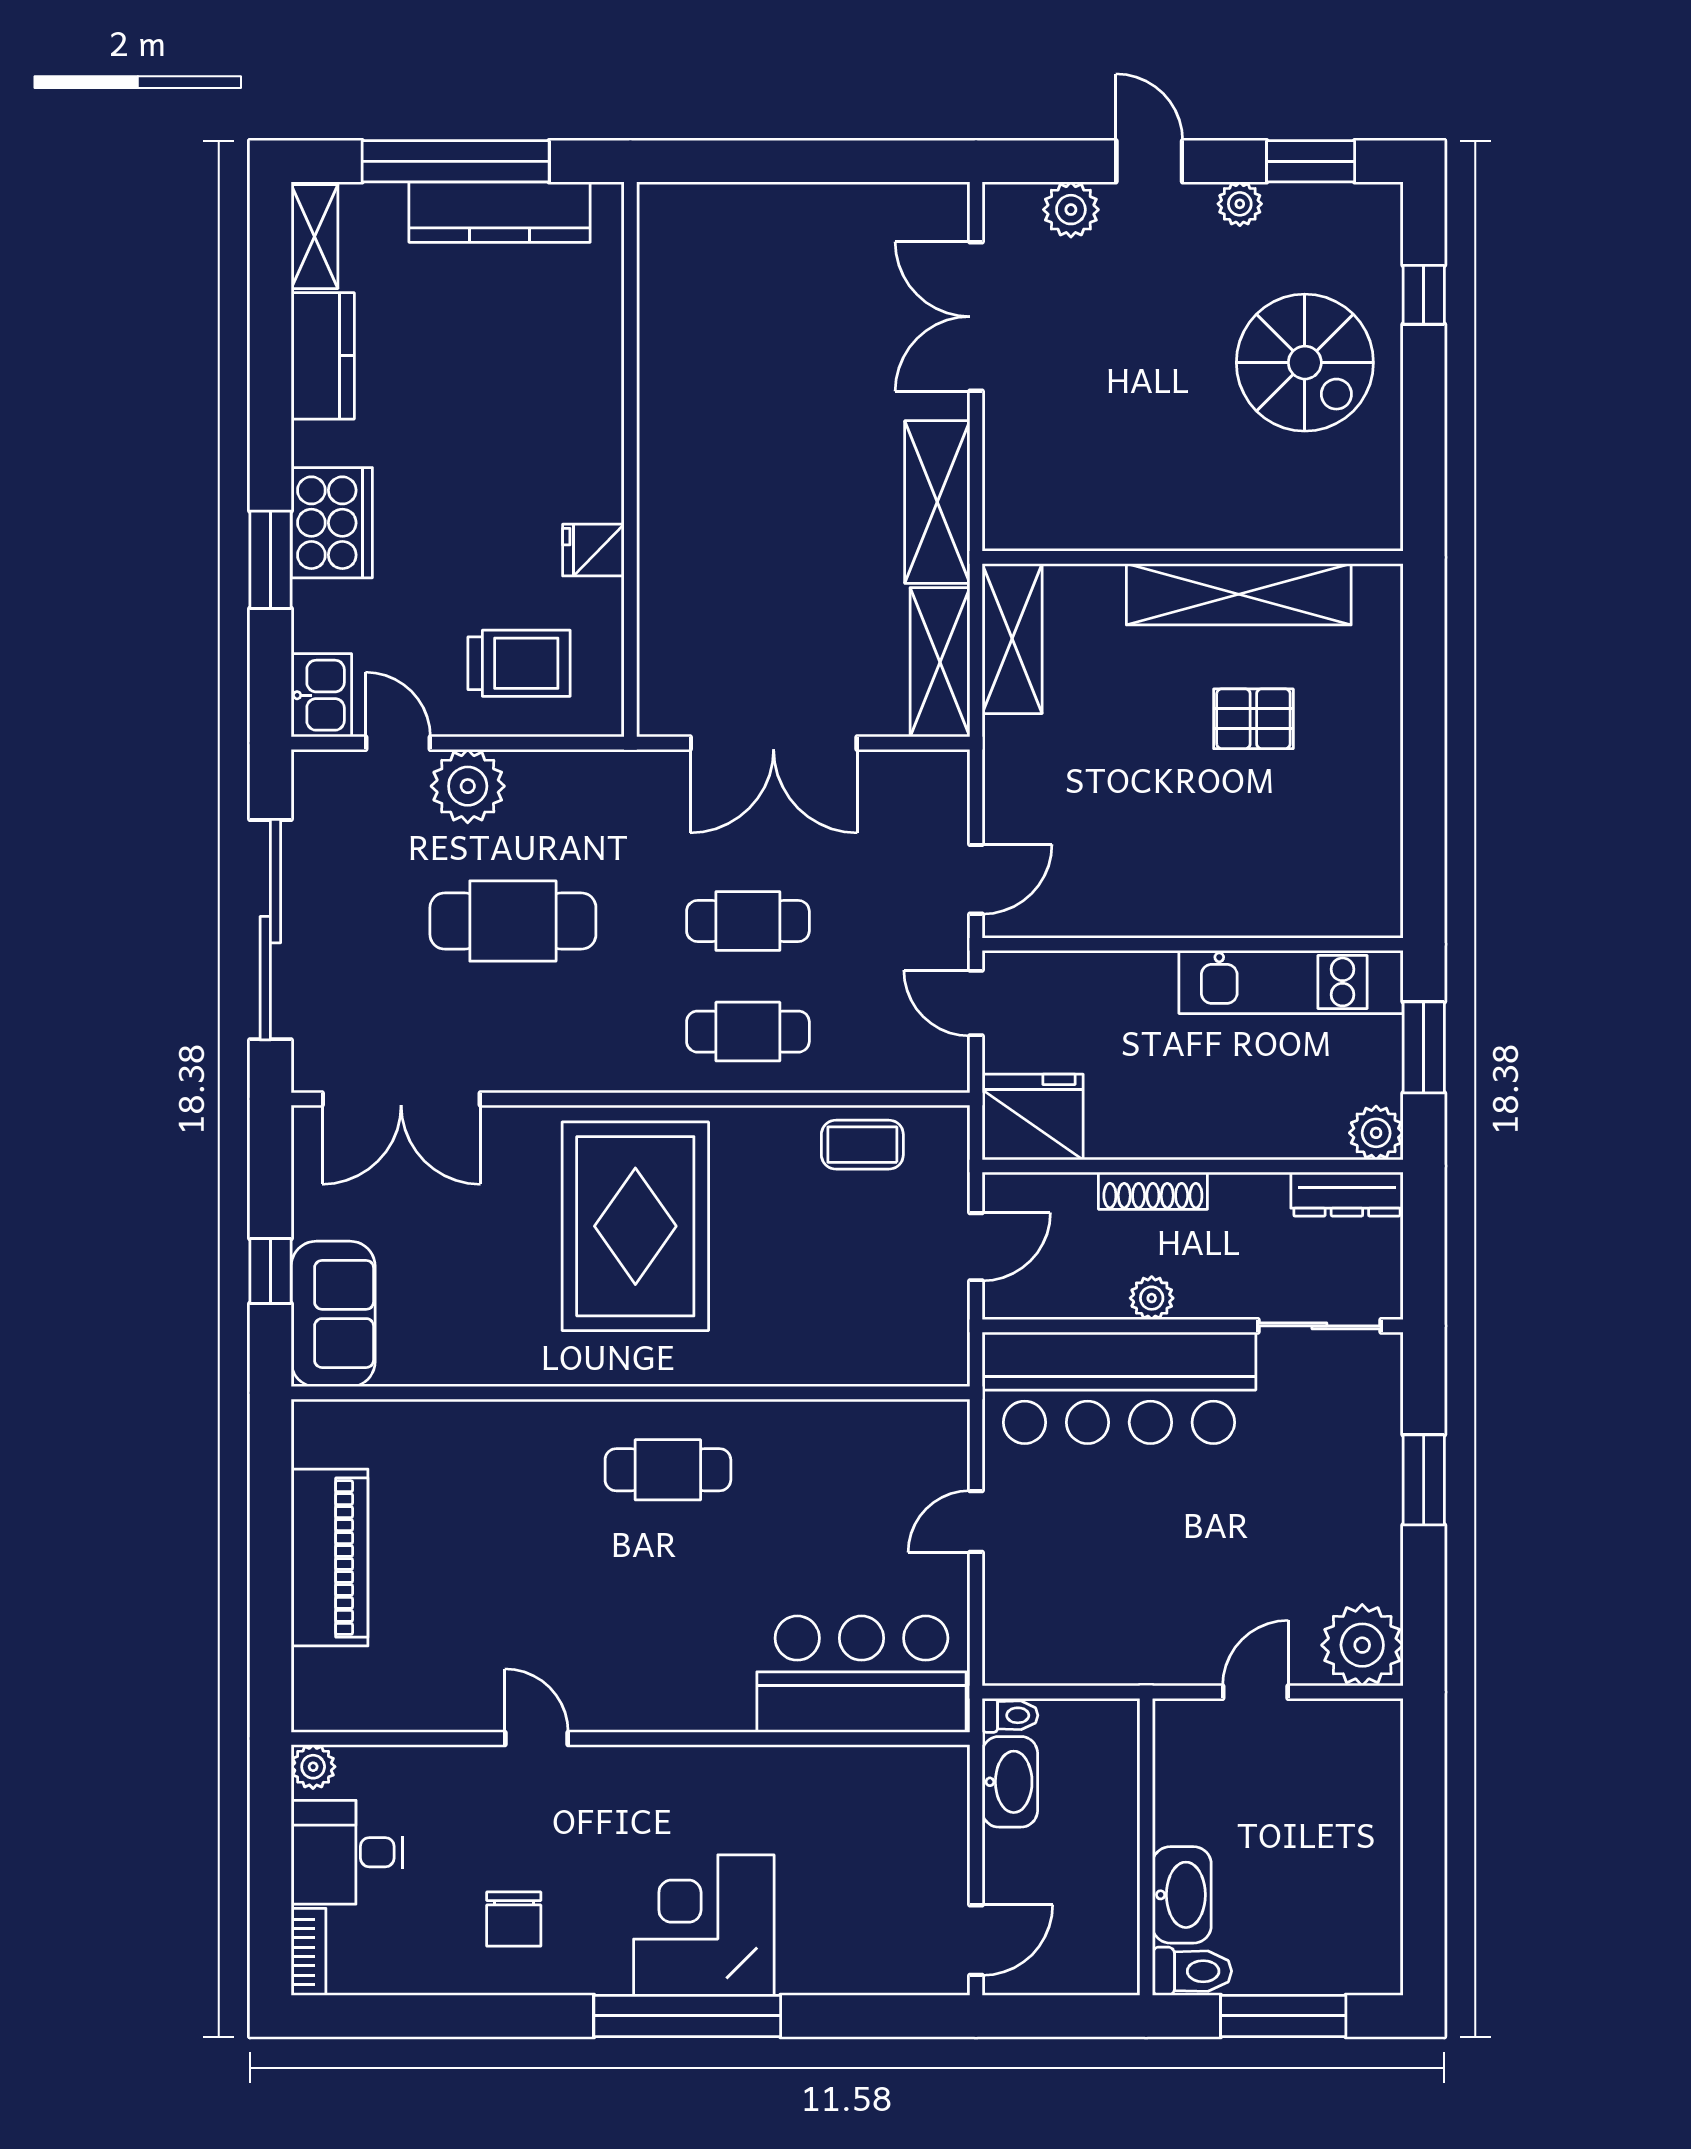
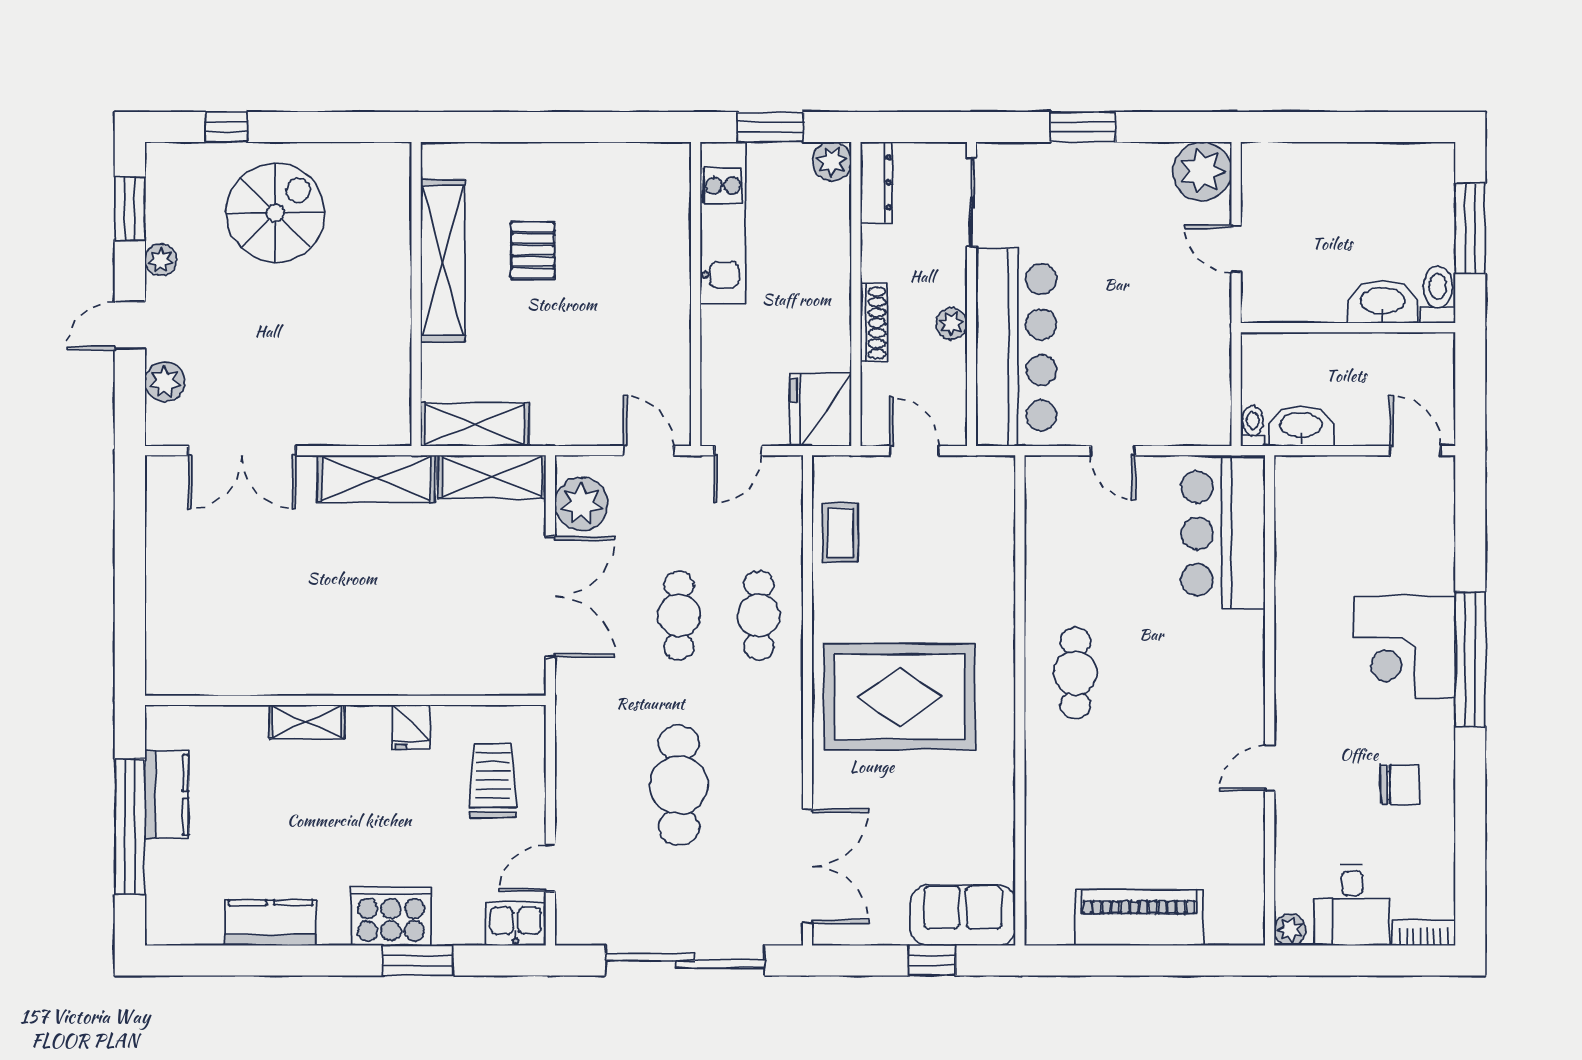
kitchen counter: (500, 212) -> (167, 795), width x0.67
shelving: (314, 237) -> (307, 722), moved
plant: (468, 786) -> (581, 504), moved

